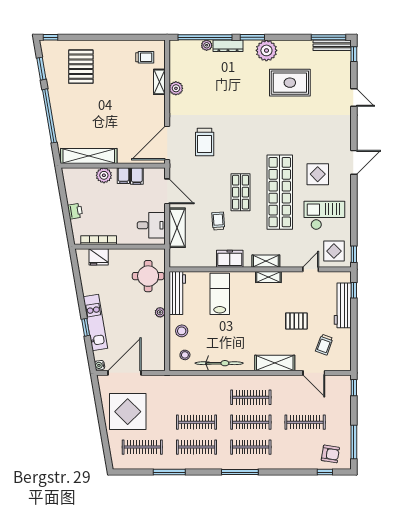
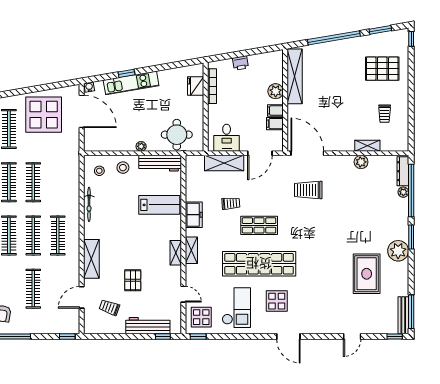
dresser: (228, 46) -> (403, 171), moved
trolley: (145, 57) -> (385, 114), moved
bicycle: (219, 363) -> (89, 204), width x0.73, depth x0.71

